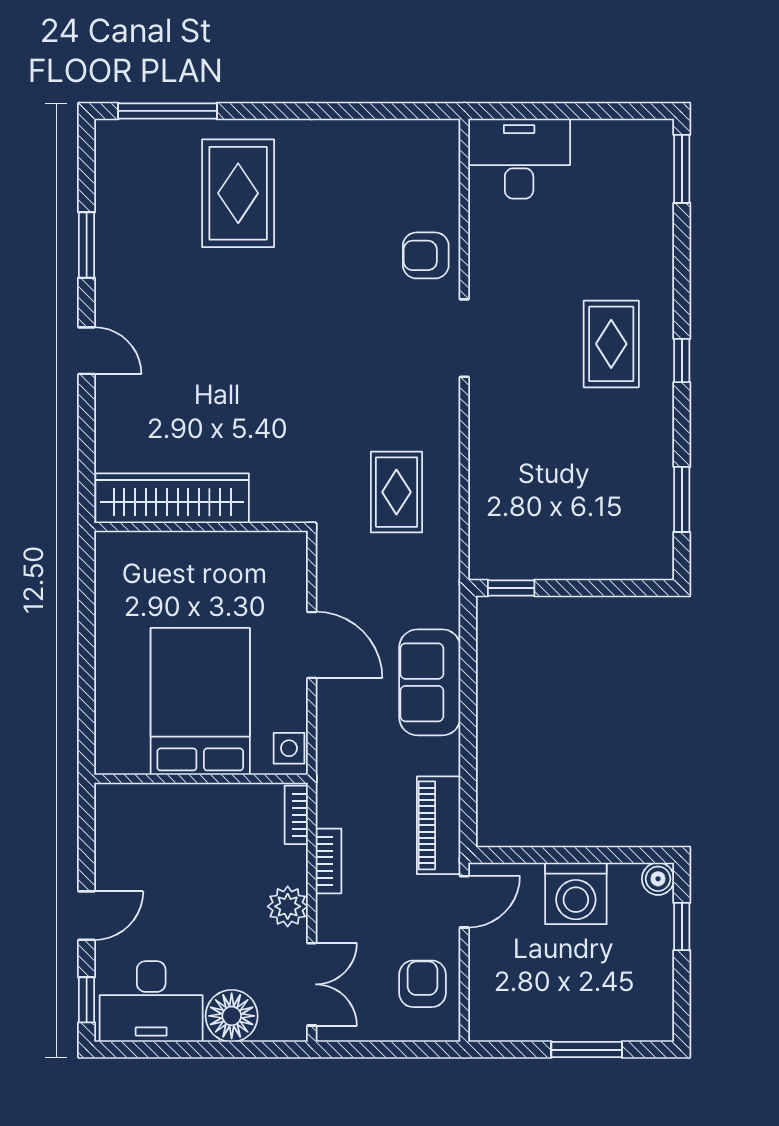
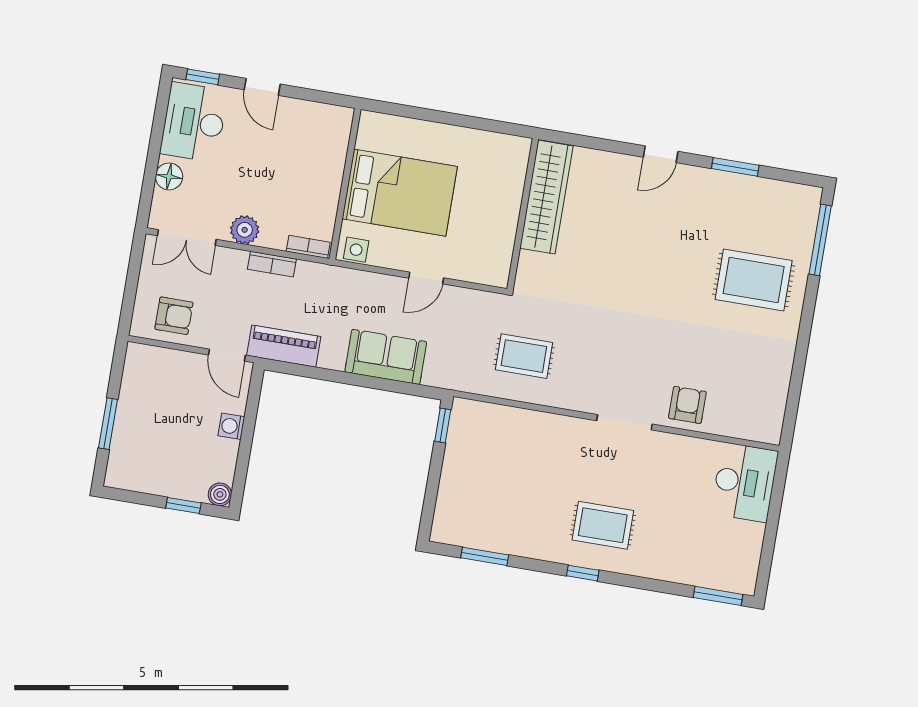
door: (312, 645) -> (426, 278), width x0.73
washing machine: (576, 893) -> (231, 426), width x0.53, depth x0.53
floor lamp: (232, 1016) -> (169, 176), width x0.73, depth x0.73

